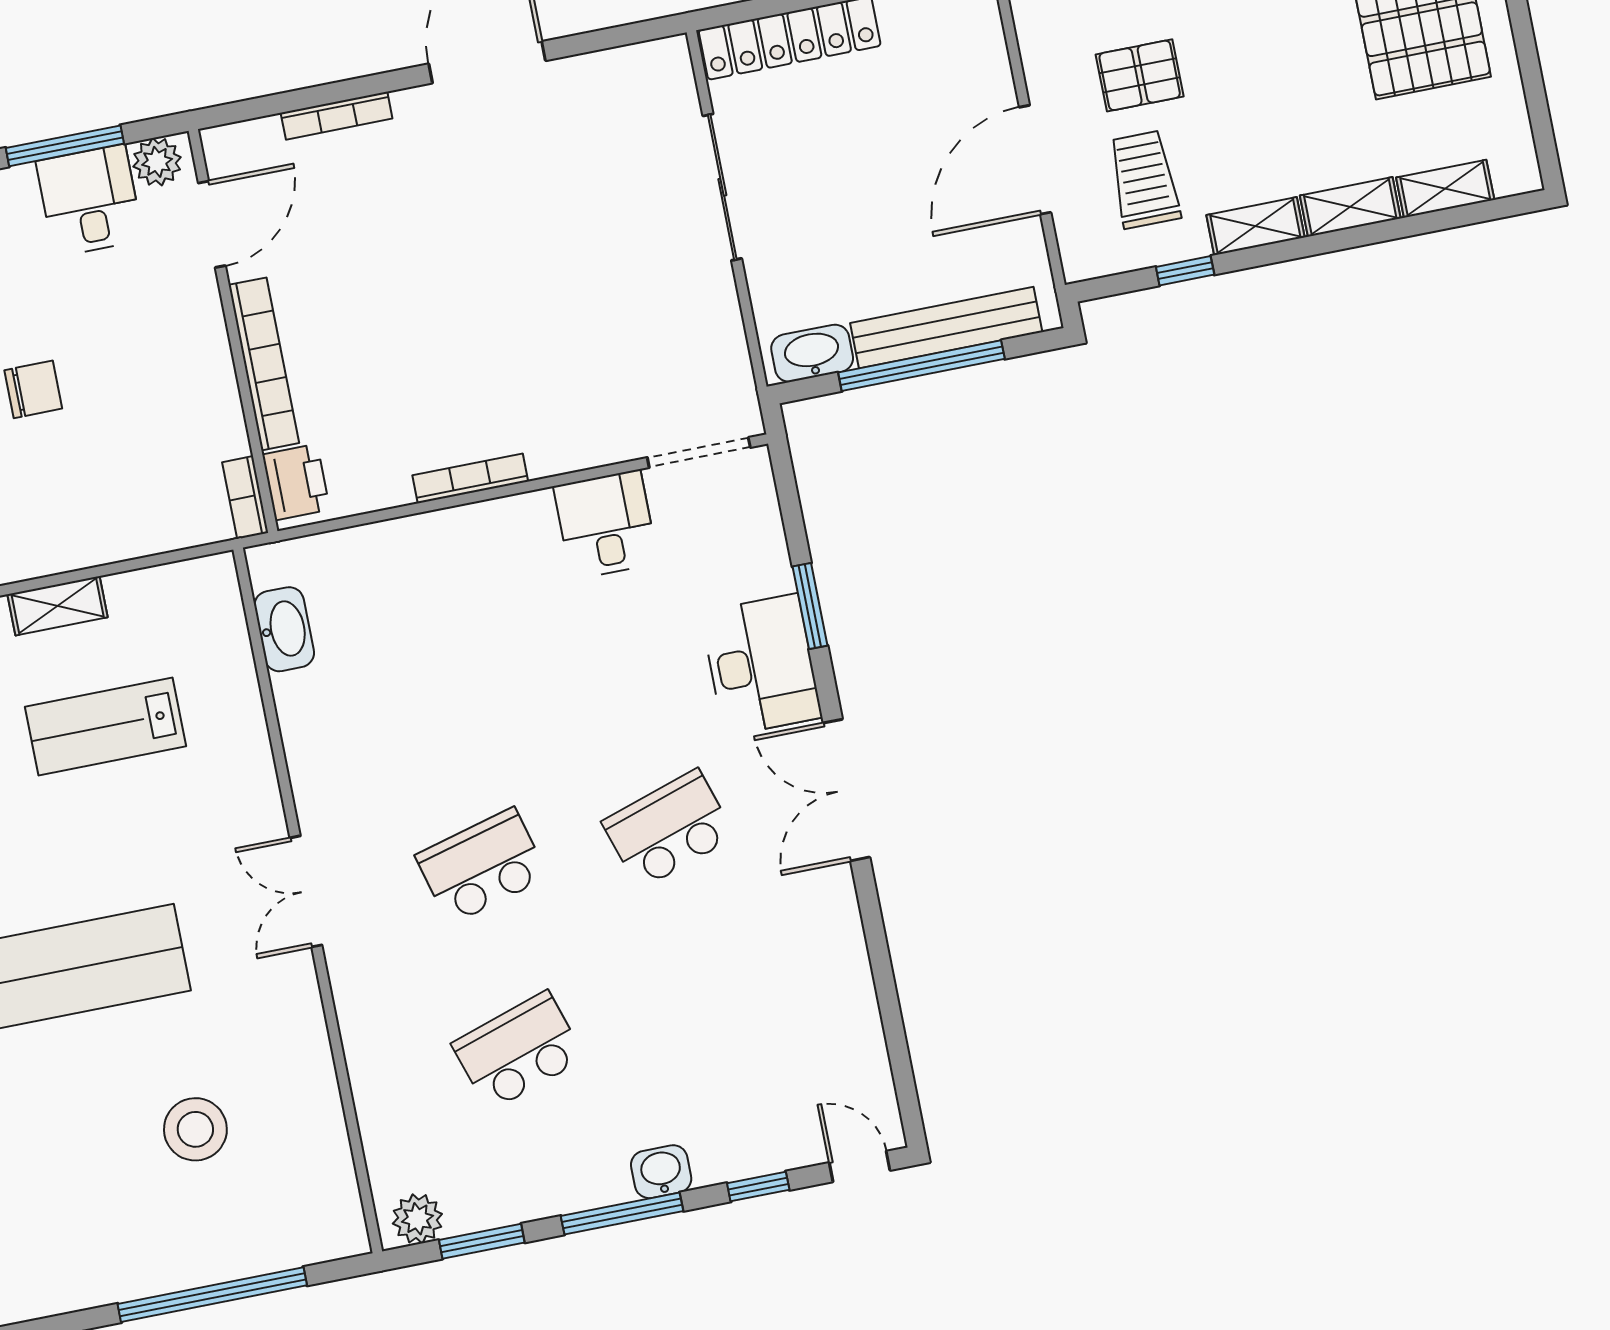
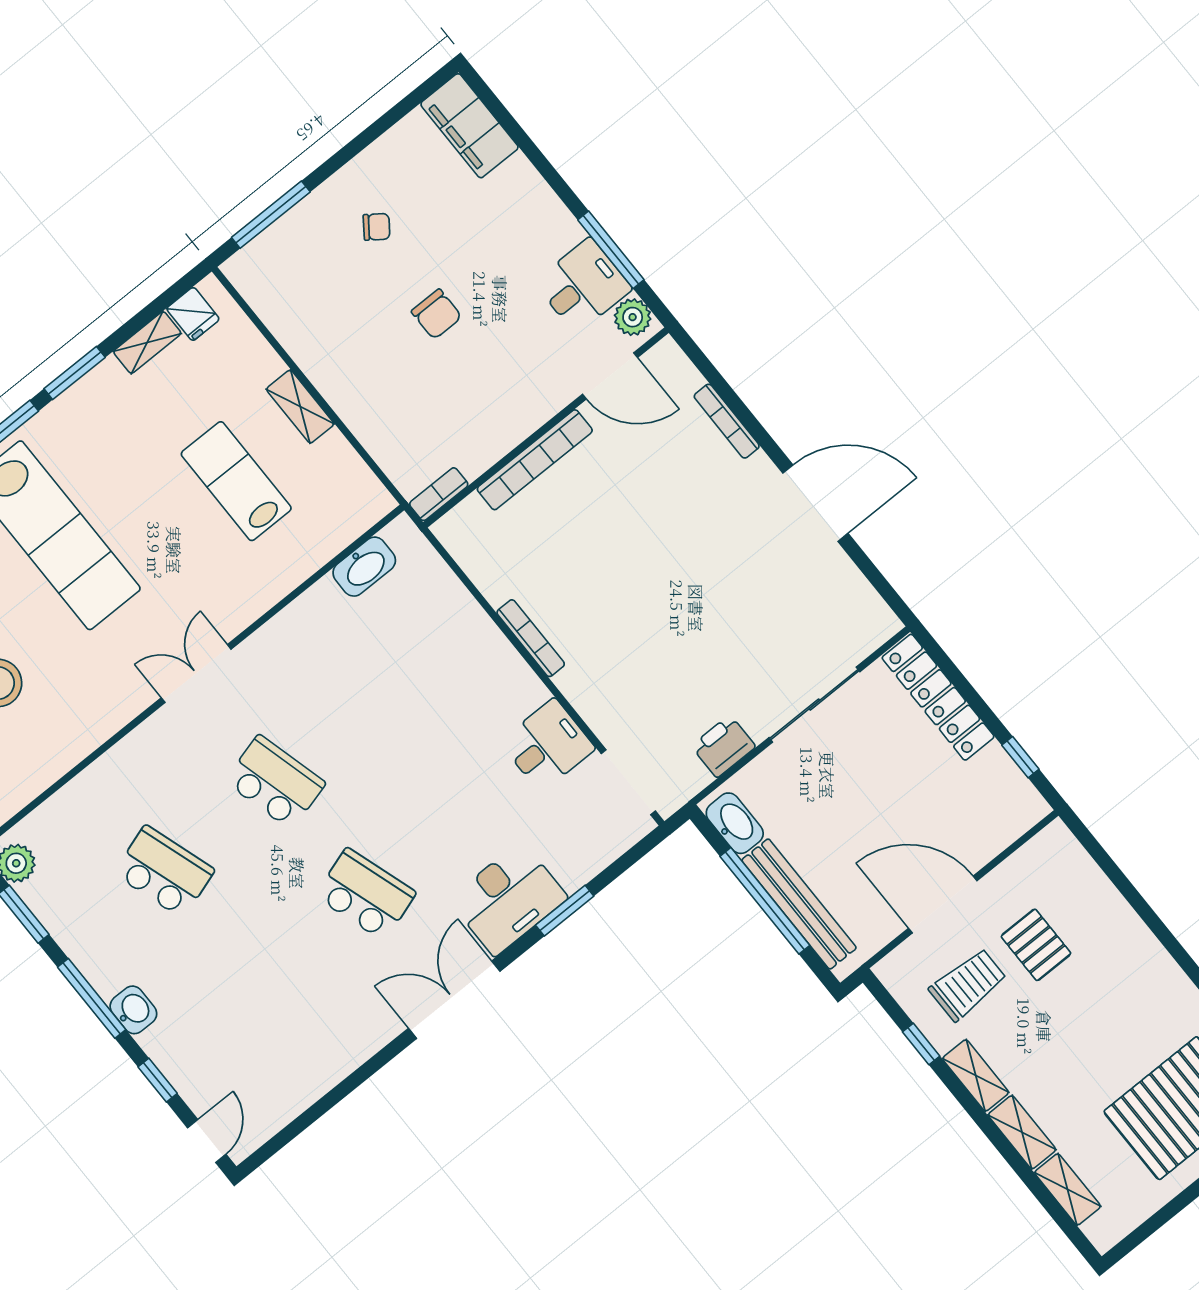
printer: (296, 482) -> (723, 746), moved, turned 180

